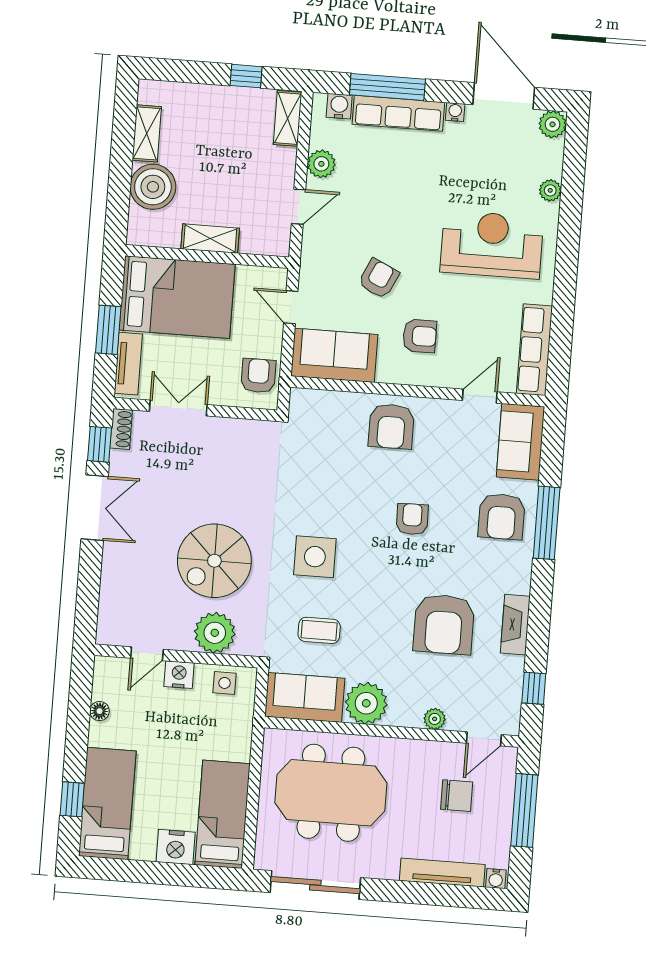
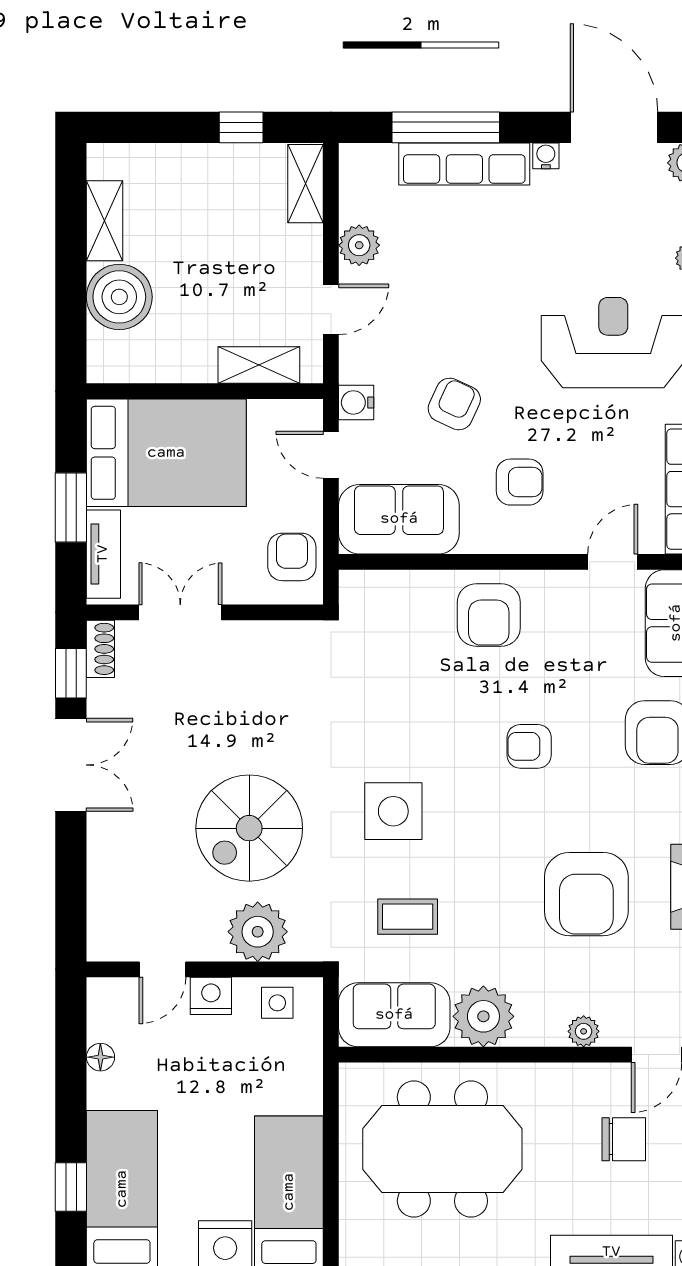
water cooler: (339, 106) -> (356, 402), moved, turned -90
shelving: (210, 239) -> (259, 365), moved
armchair: (412, 519) -> (529, 746), turned -89

